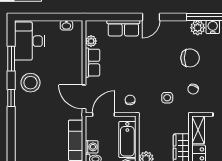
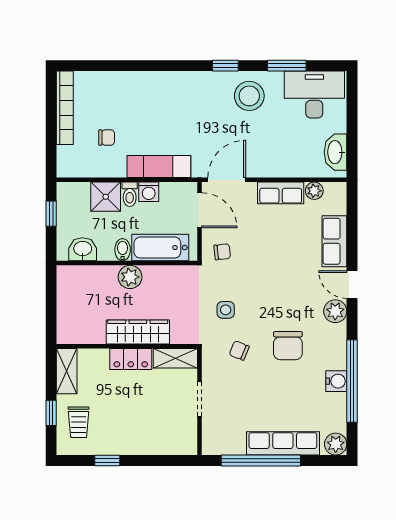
washbasin: (66, 25) -> (336, 152), width x1.91, depth x1.45
plant: (198, 28) -> (335, 311), moved

